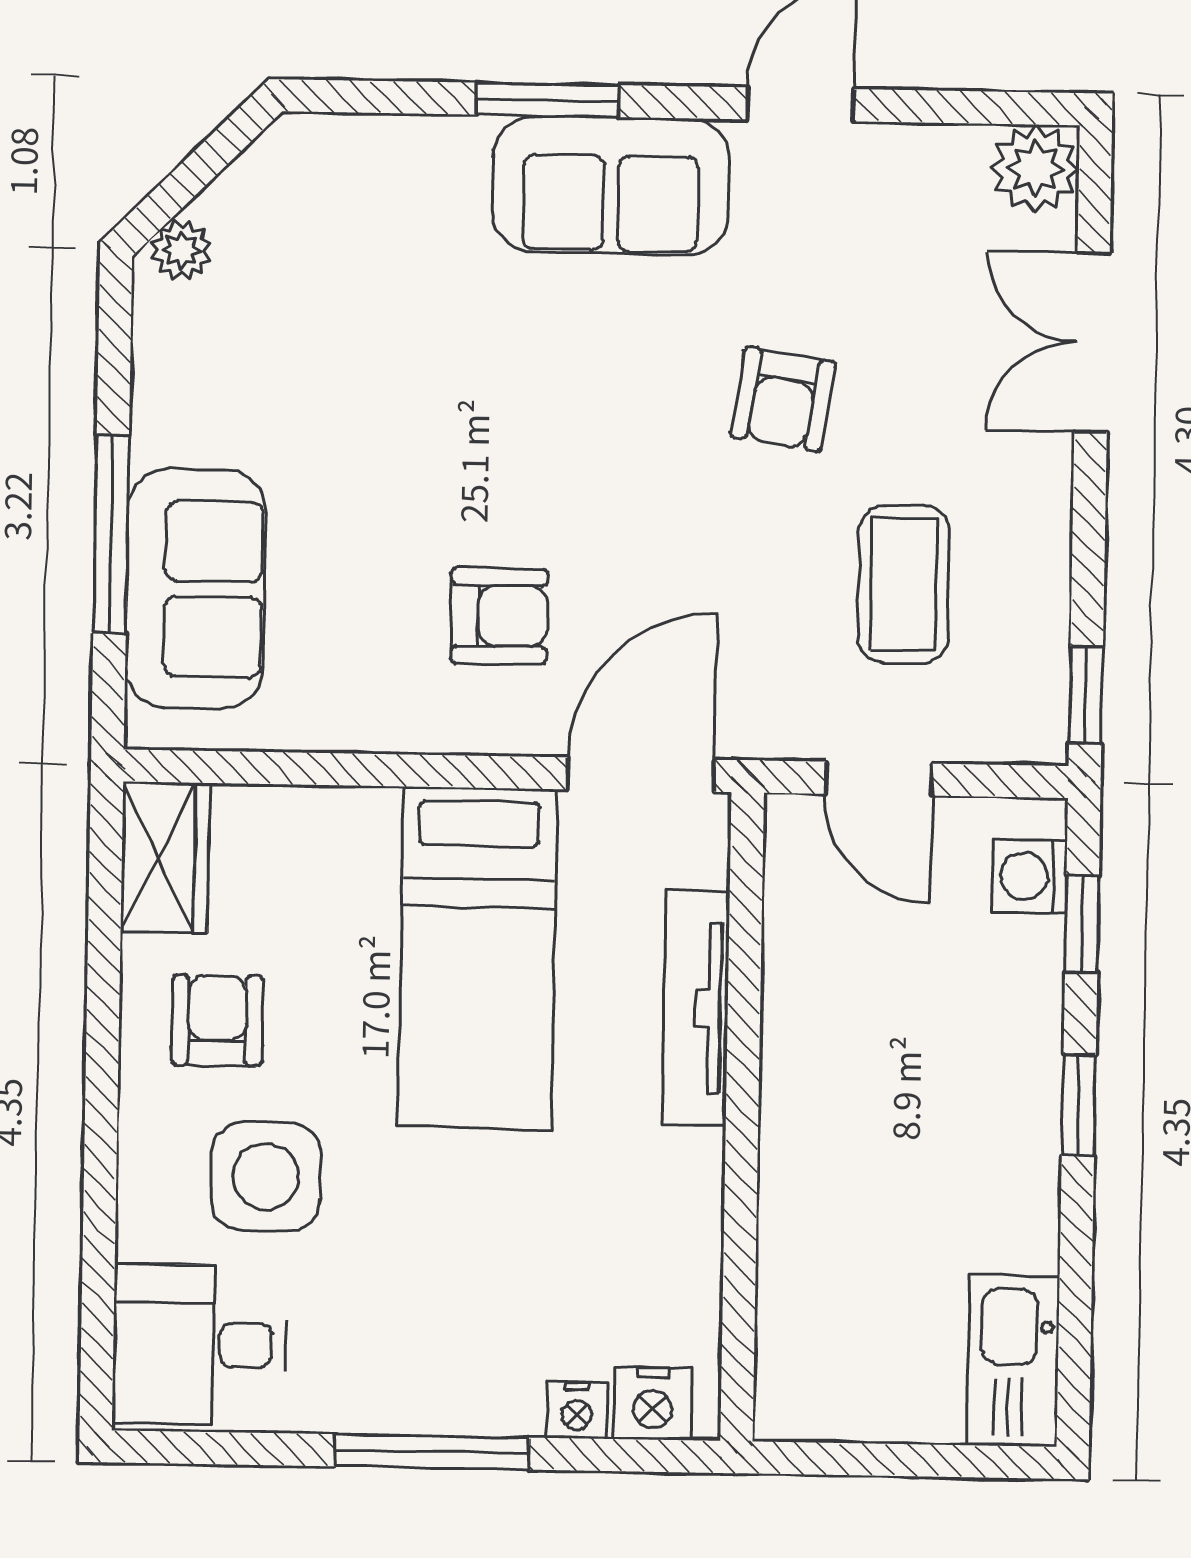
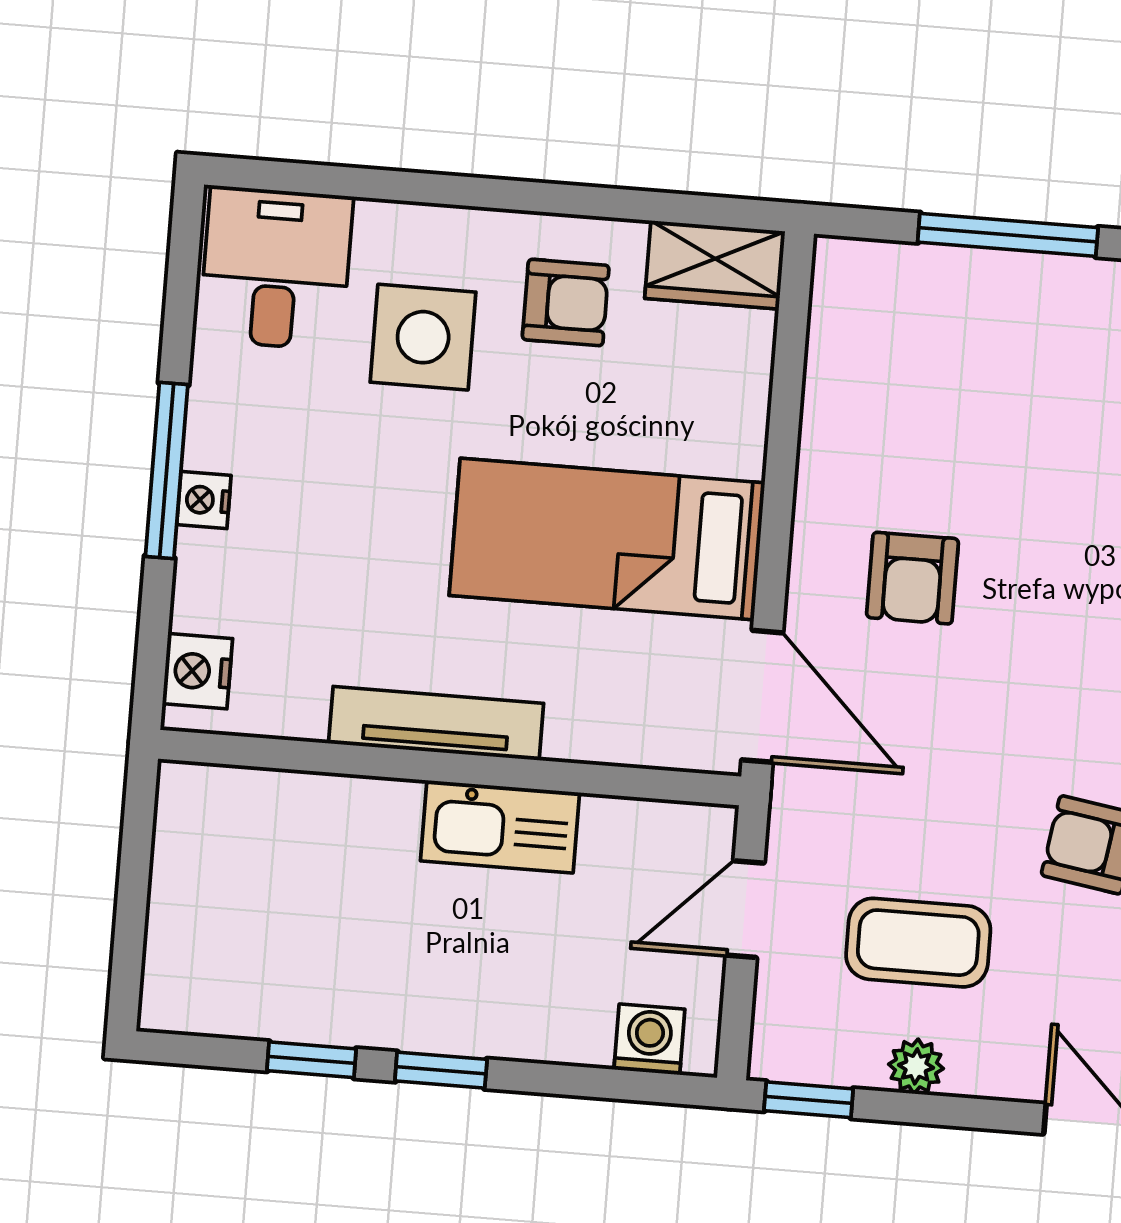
plant: (1041, 578) -> (916, 1066), added
sofa: (195, 589) -> (954, 307), removed
window: (1082, 924) -> (312, 1060), moved
tv unit: (696, 1008) -> (436, 723), moved
kitchen sink: (1013, 1361) -> (500, 827), moved, turned 180
nightstand: (577, 1410) -> (204, 500), moved

